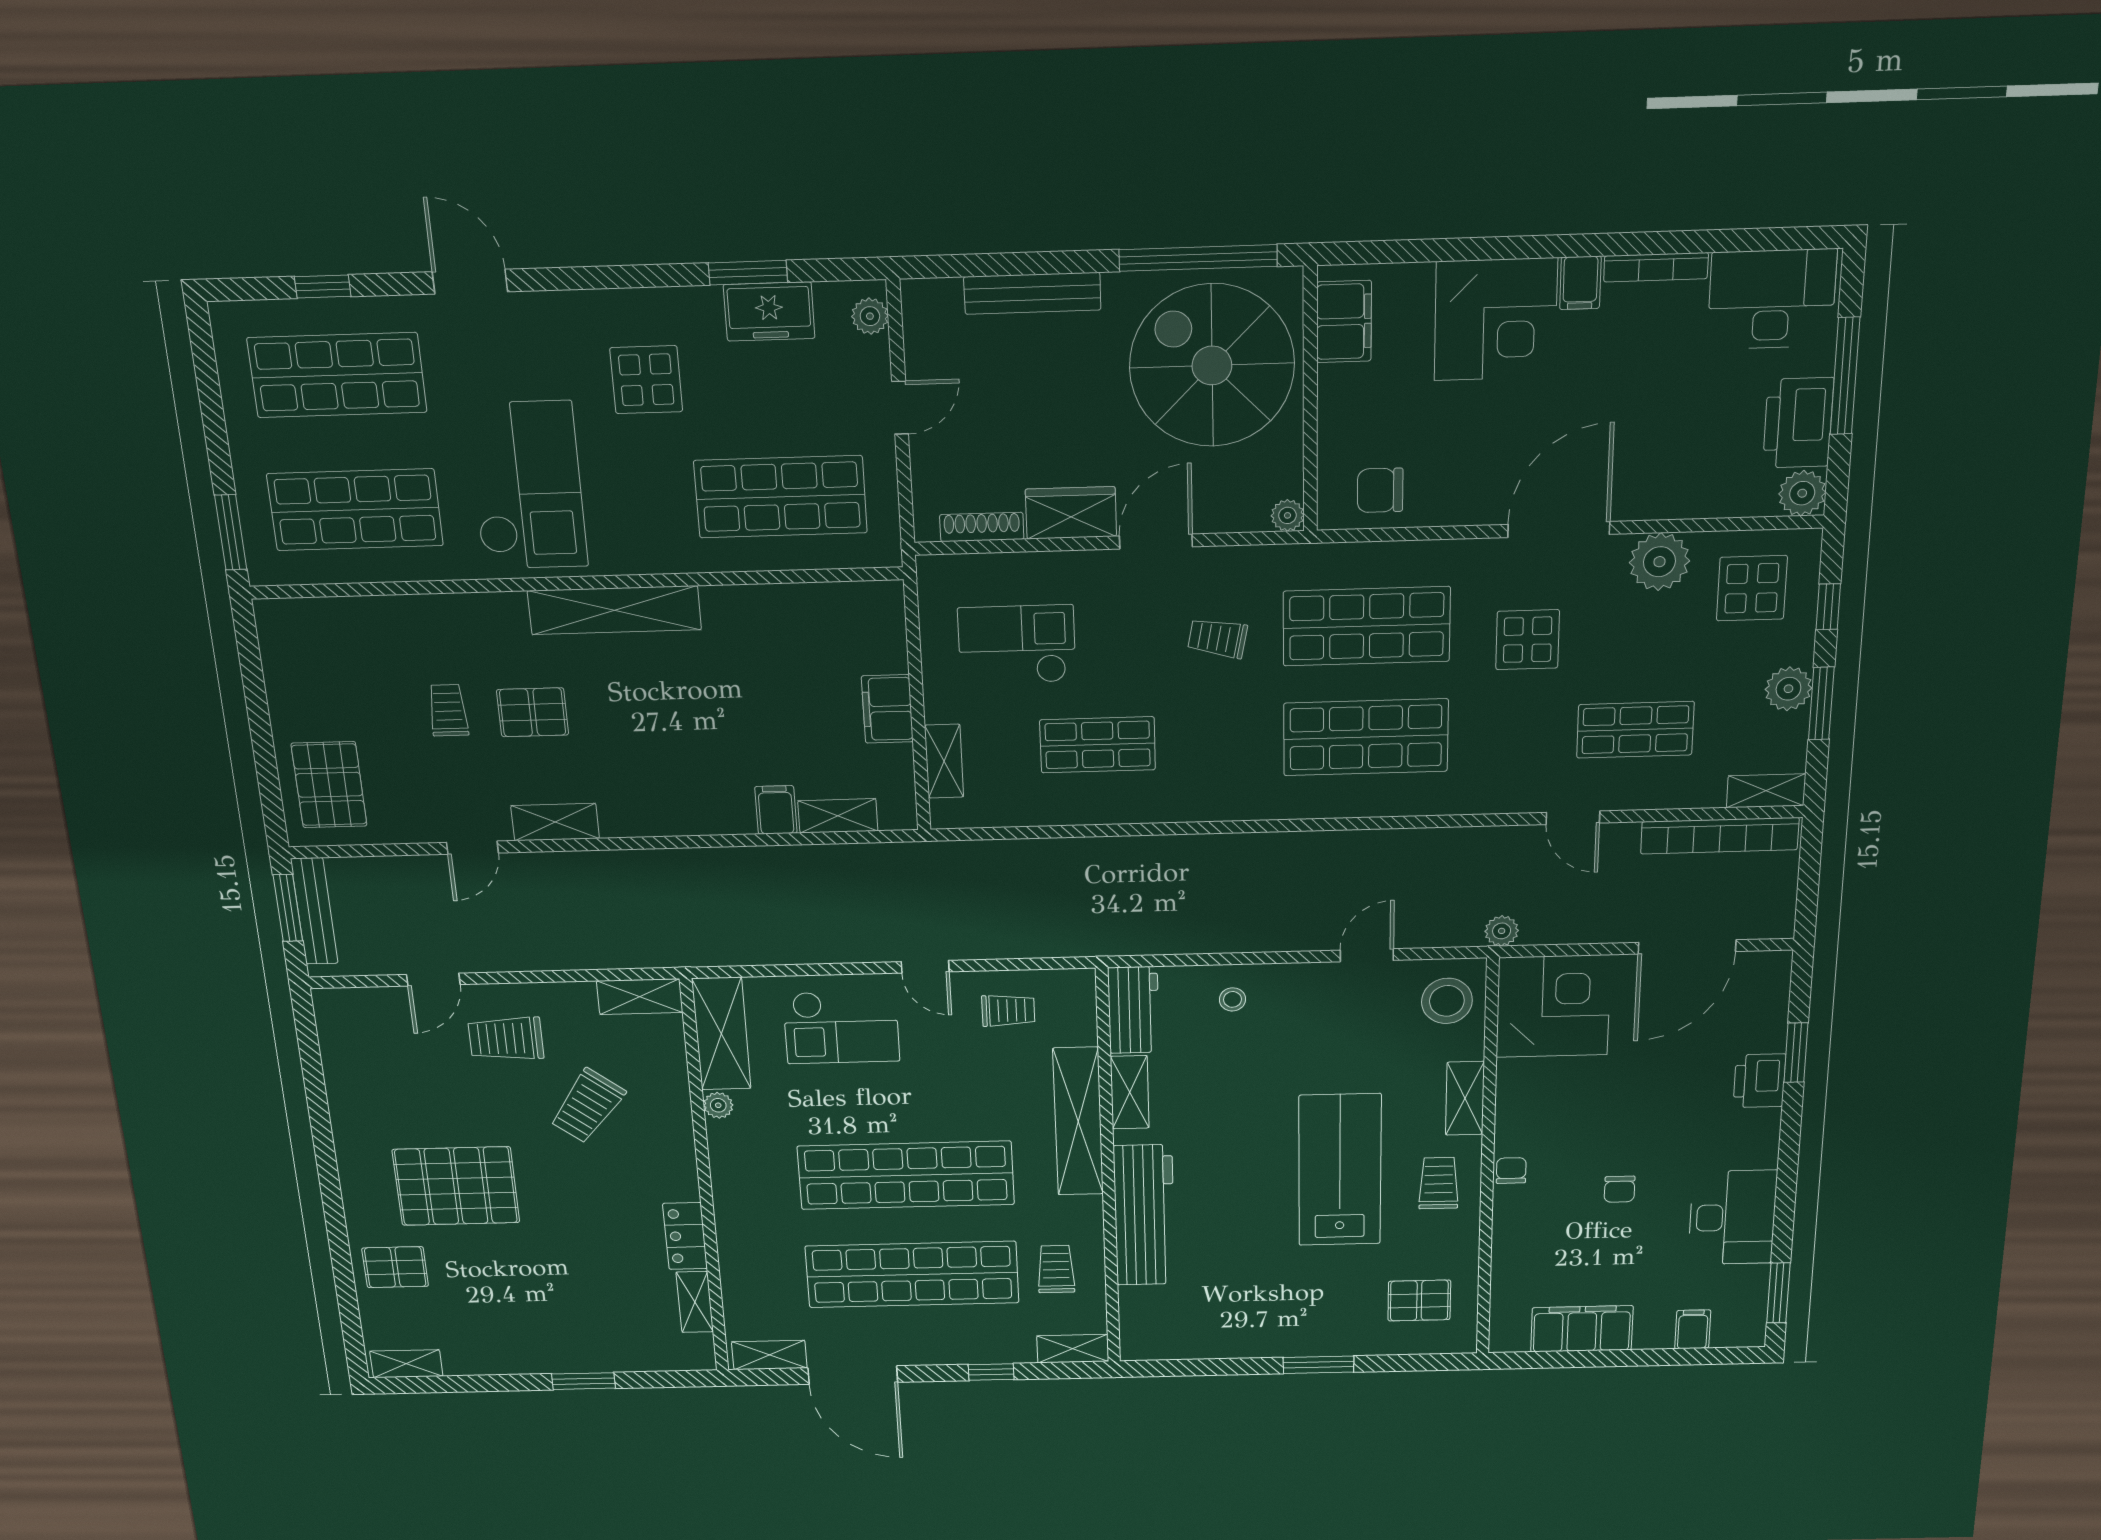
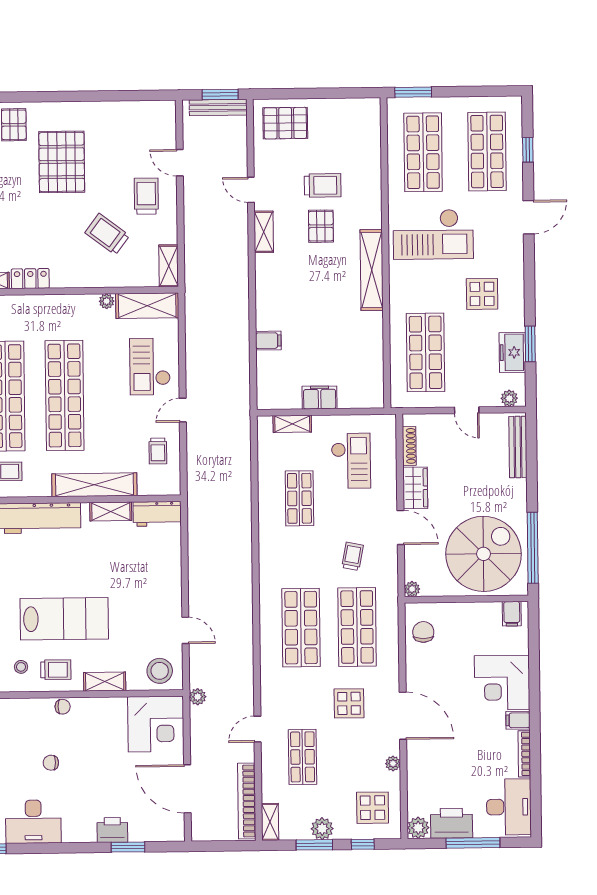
bench: (1032, 293) -> (518, 447), moved
filing cabinet: (1344, 322) -> (512, 614), width x0.50
plant: (1659, 562) -> (393, 763), width x0.53, depth x0.53
trolley: (448, 710) -> (323, 185), width x1.36, depth x1.39
shelving: (838, 816) -> (265, 371), removed
stool: (1232, 999) -> (21, 667), moved

